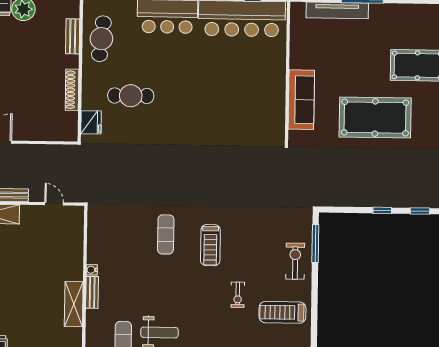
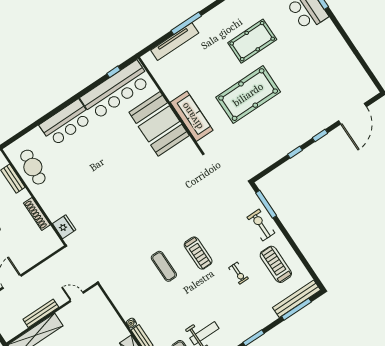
booth: (262, 84) -> (159, 124), added
cafe table: (131, 96) -> (78, 191), removed
treadmill: (282, 312) -> (276, 264), turned 90

